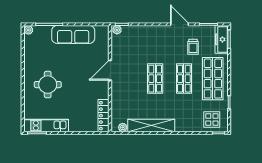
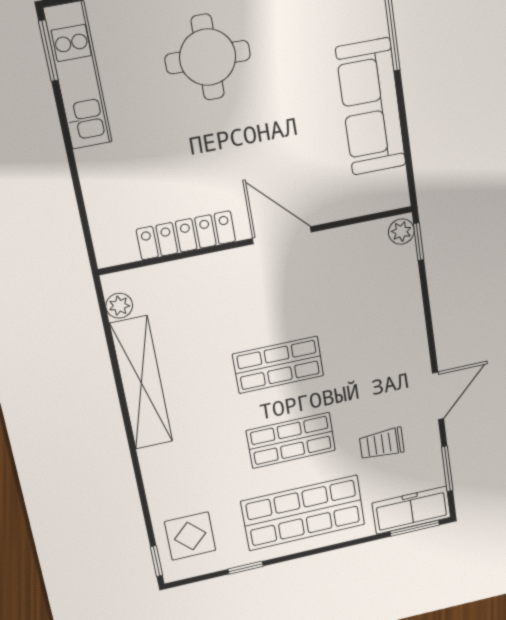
locker: (104, 116) -> (186, 235), moved

